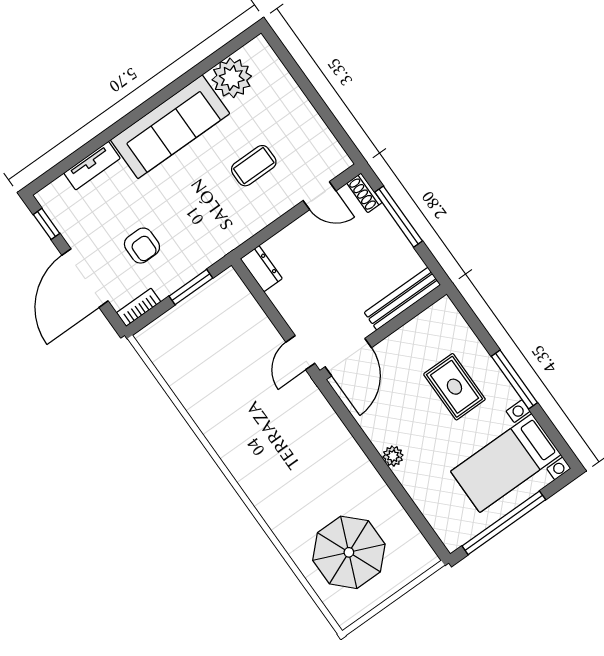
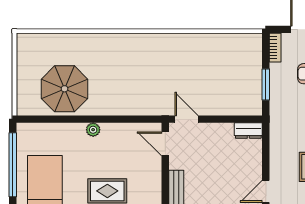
door: (348, 357) -> (165, 144), width x0.73
parasol: (349, 552) -> (65, 89), moved

